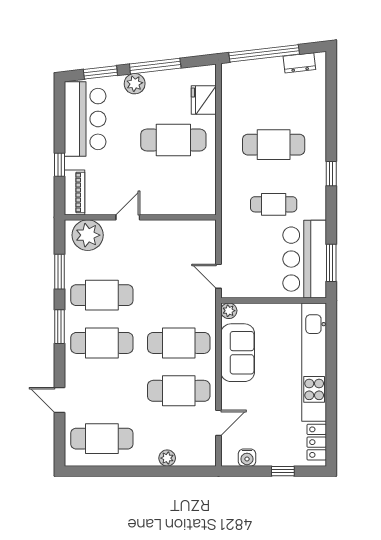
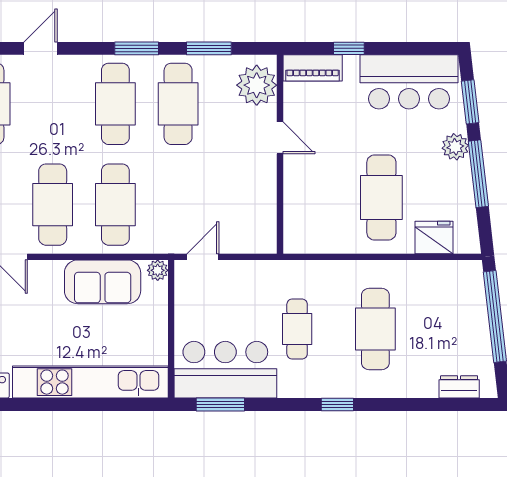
dresser: (299, 63) -> (459, 387), moved, turned 97

